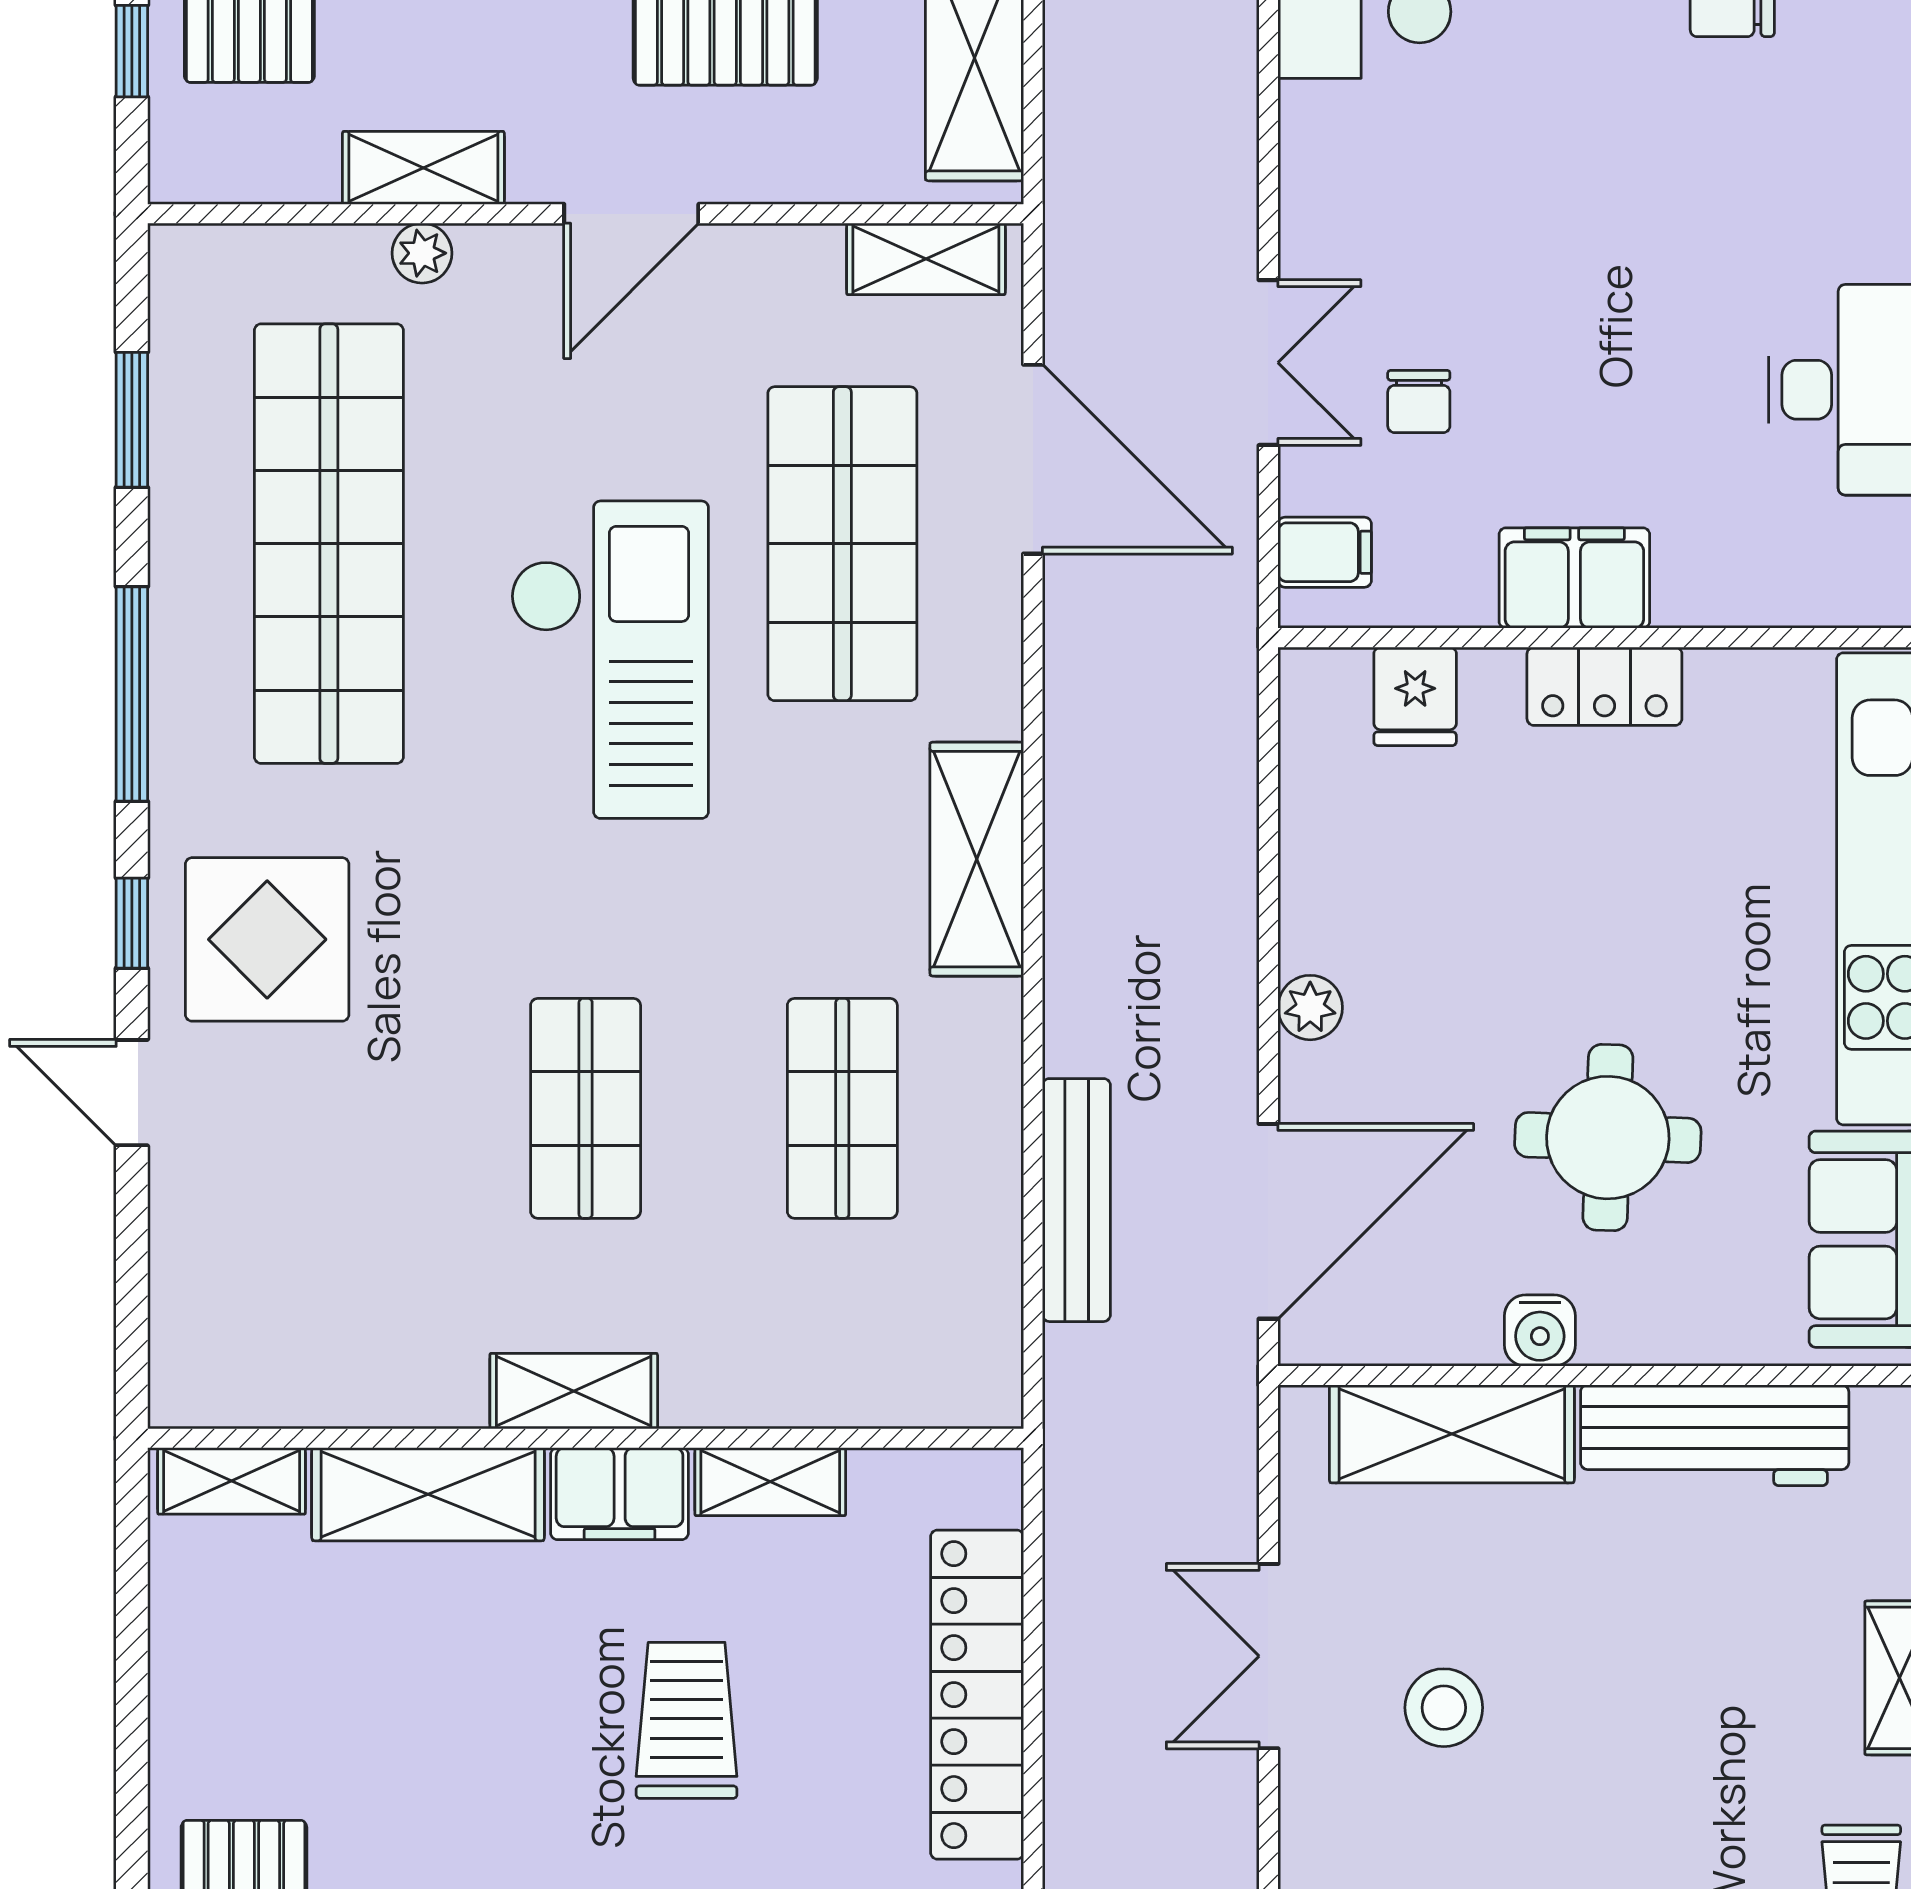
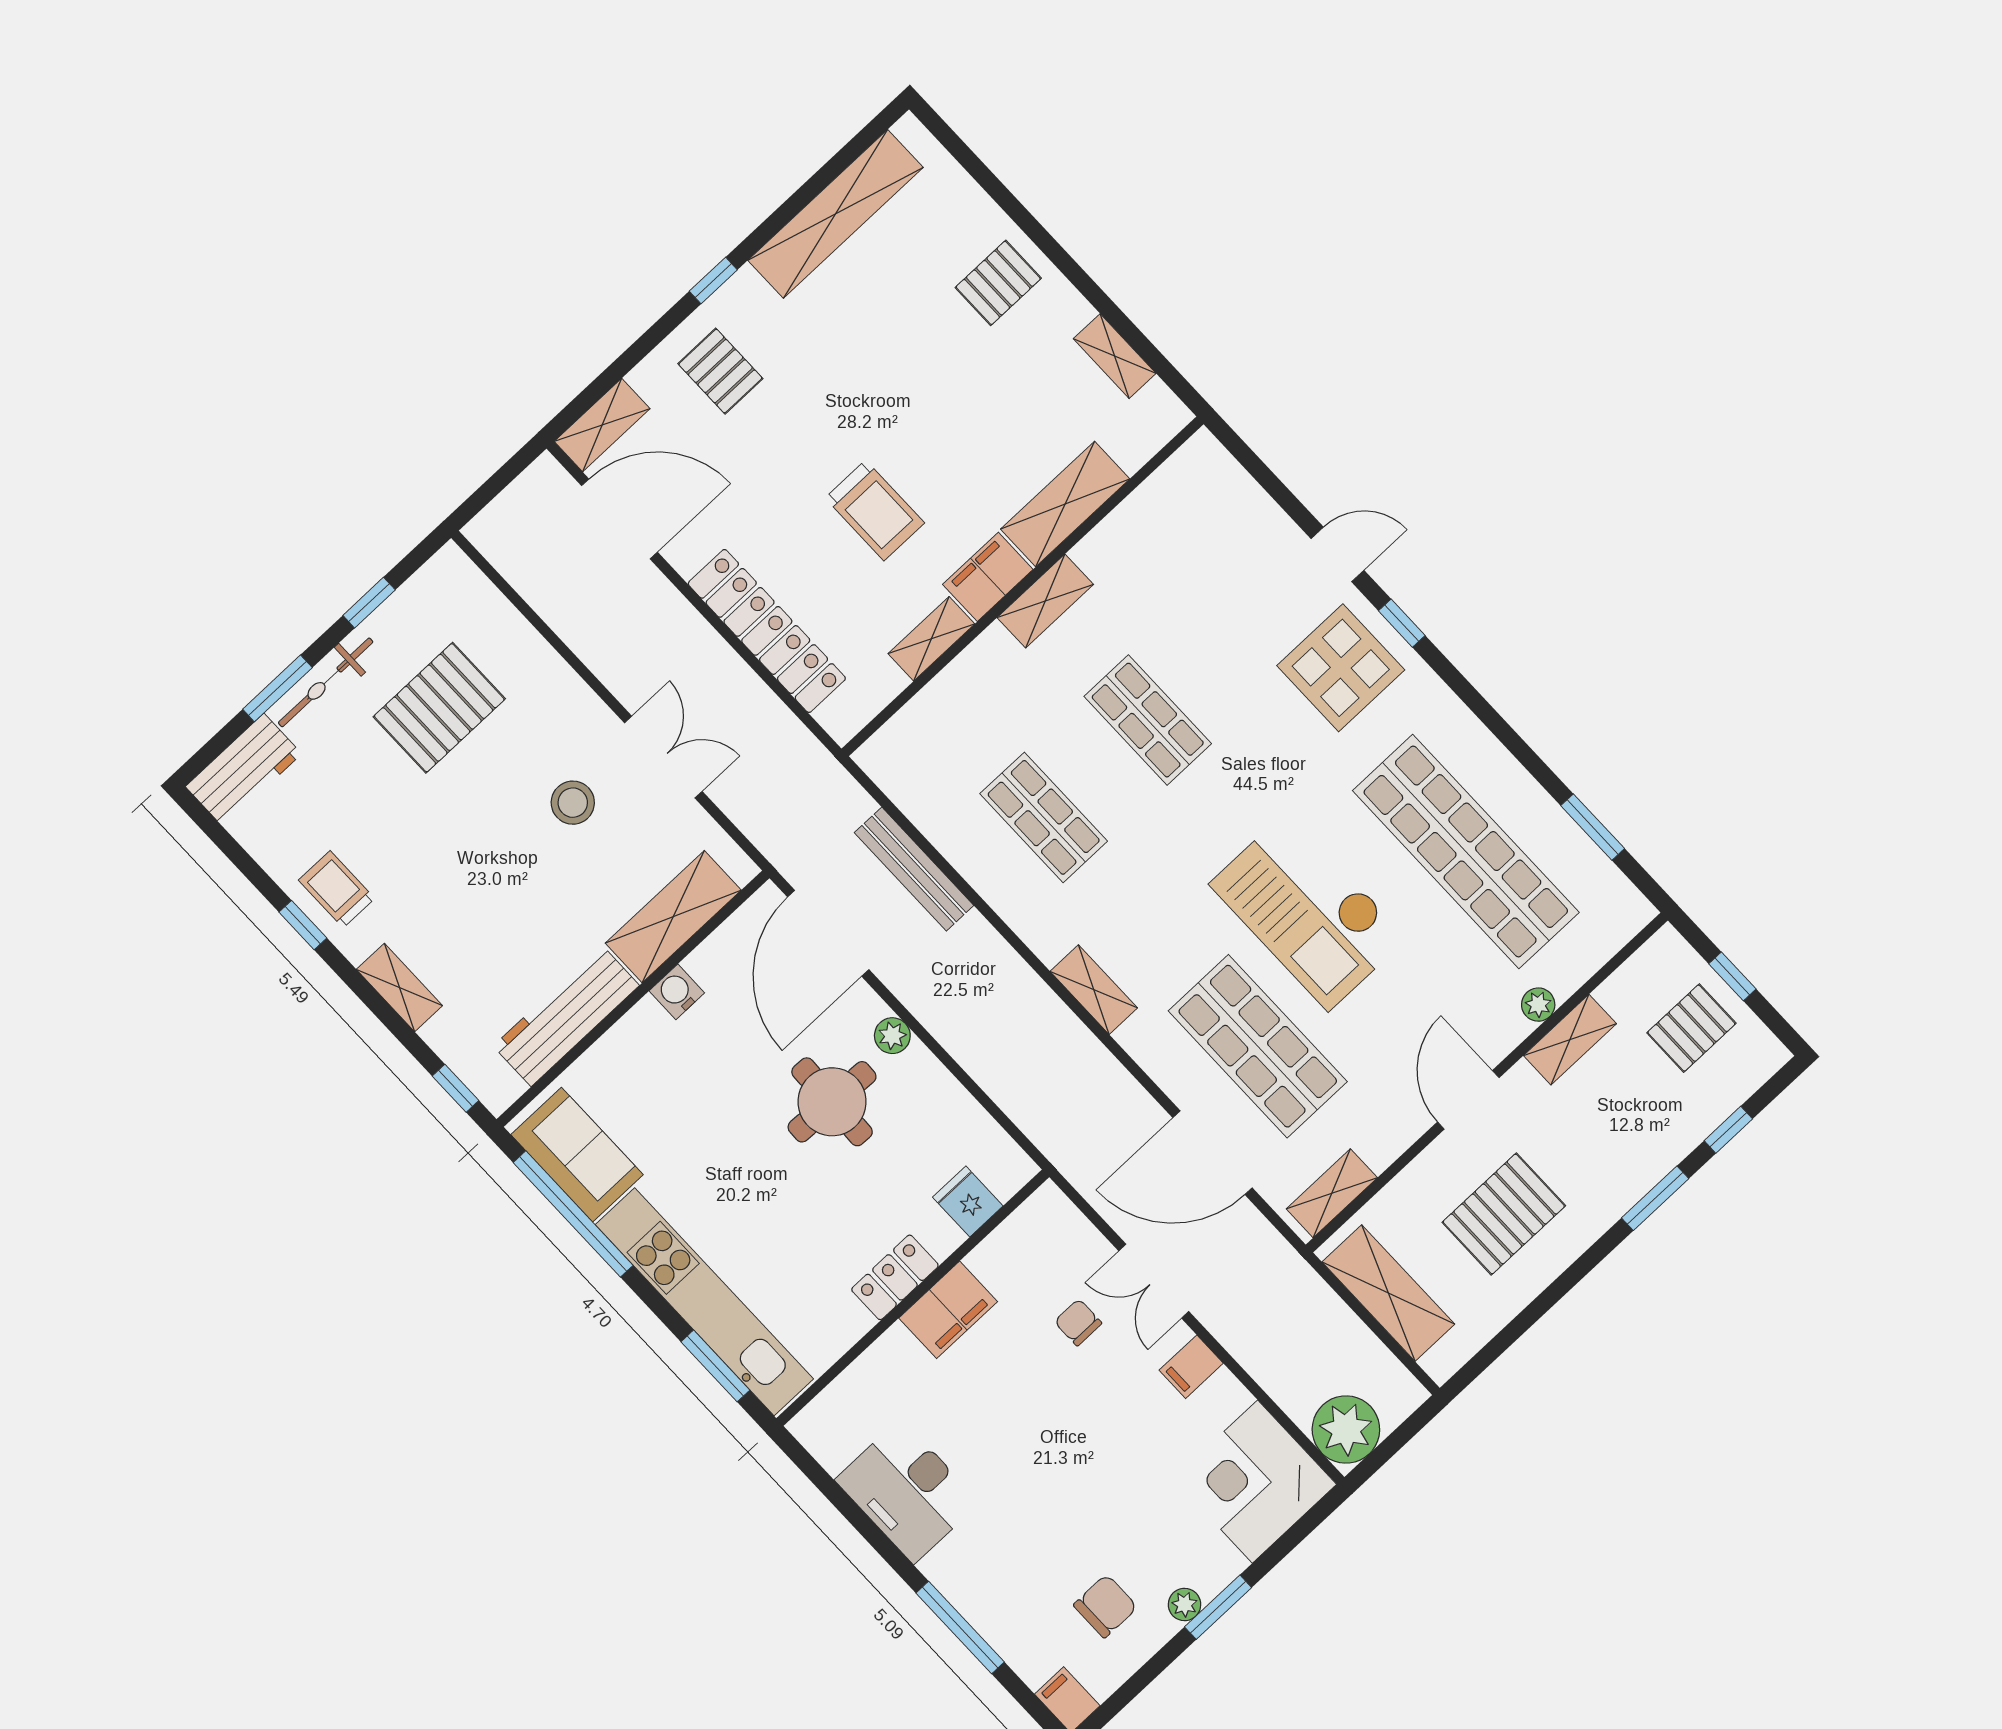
filing cabinet: (1325, 552) -> (1191, 1367), moved
window: (132, 694) -> (1489, 716), removed
shelving: (977, 859) -> (1094, 990), width x0.67, depth x0.75
round table: (1608, 1138) -> (832, 1102), moved
shelving: (232, 1481) -> (1115, 356), moved, turned 90

